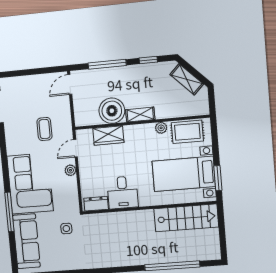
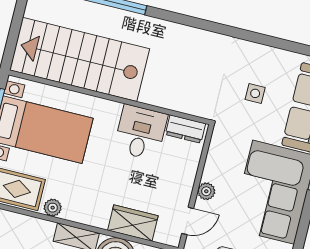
stairs: (186, 218) -> (80, 59), width x1.36, depth x1.51
side table: (66, 228) -> (255, 93), moved

